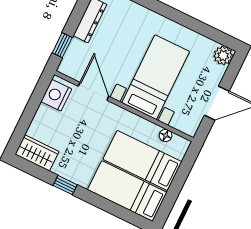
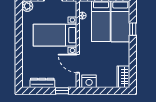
door: (93, 91) -> (78, 63), hinge flipped
window: (65, 185) -> (133, 29), moved

